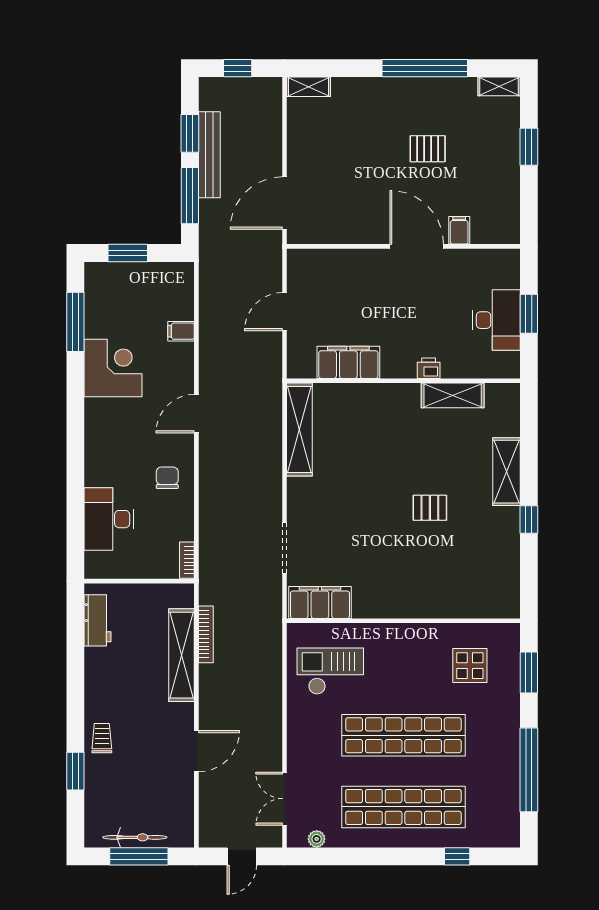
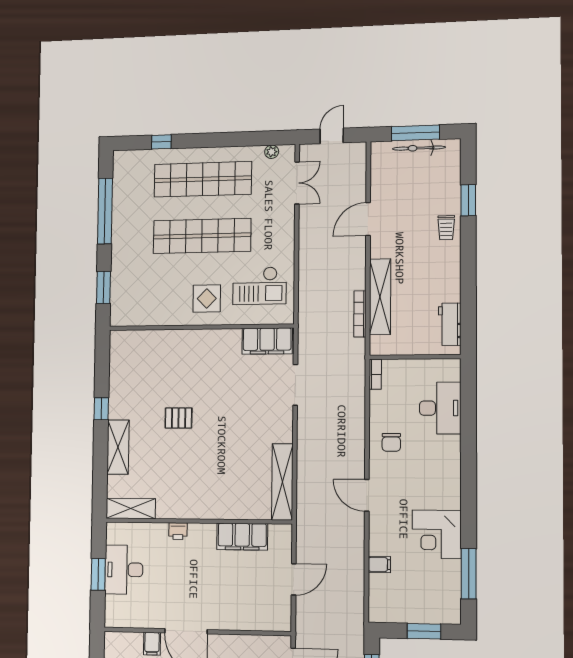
shelving: (453, 395) -> (131, 509), moved
door: (196, 414) -> (367, 495), swing flipped
display table: (470, 666) -> (207, 298), moved

